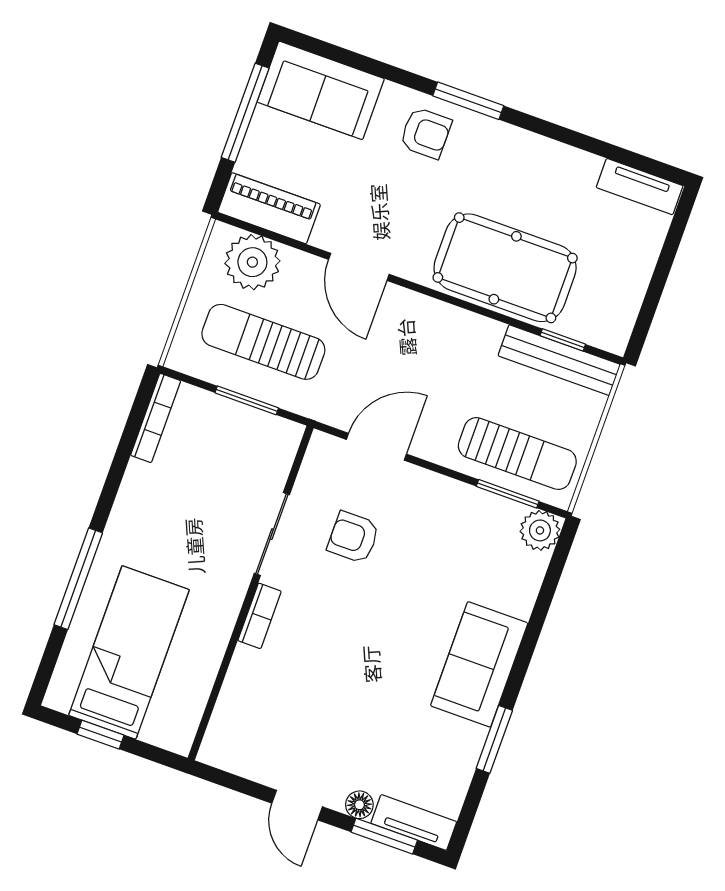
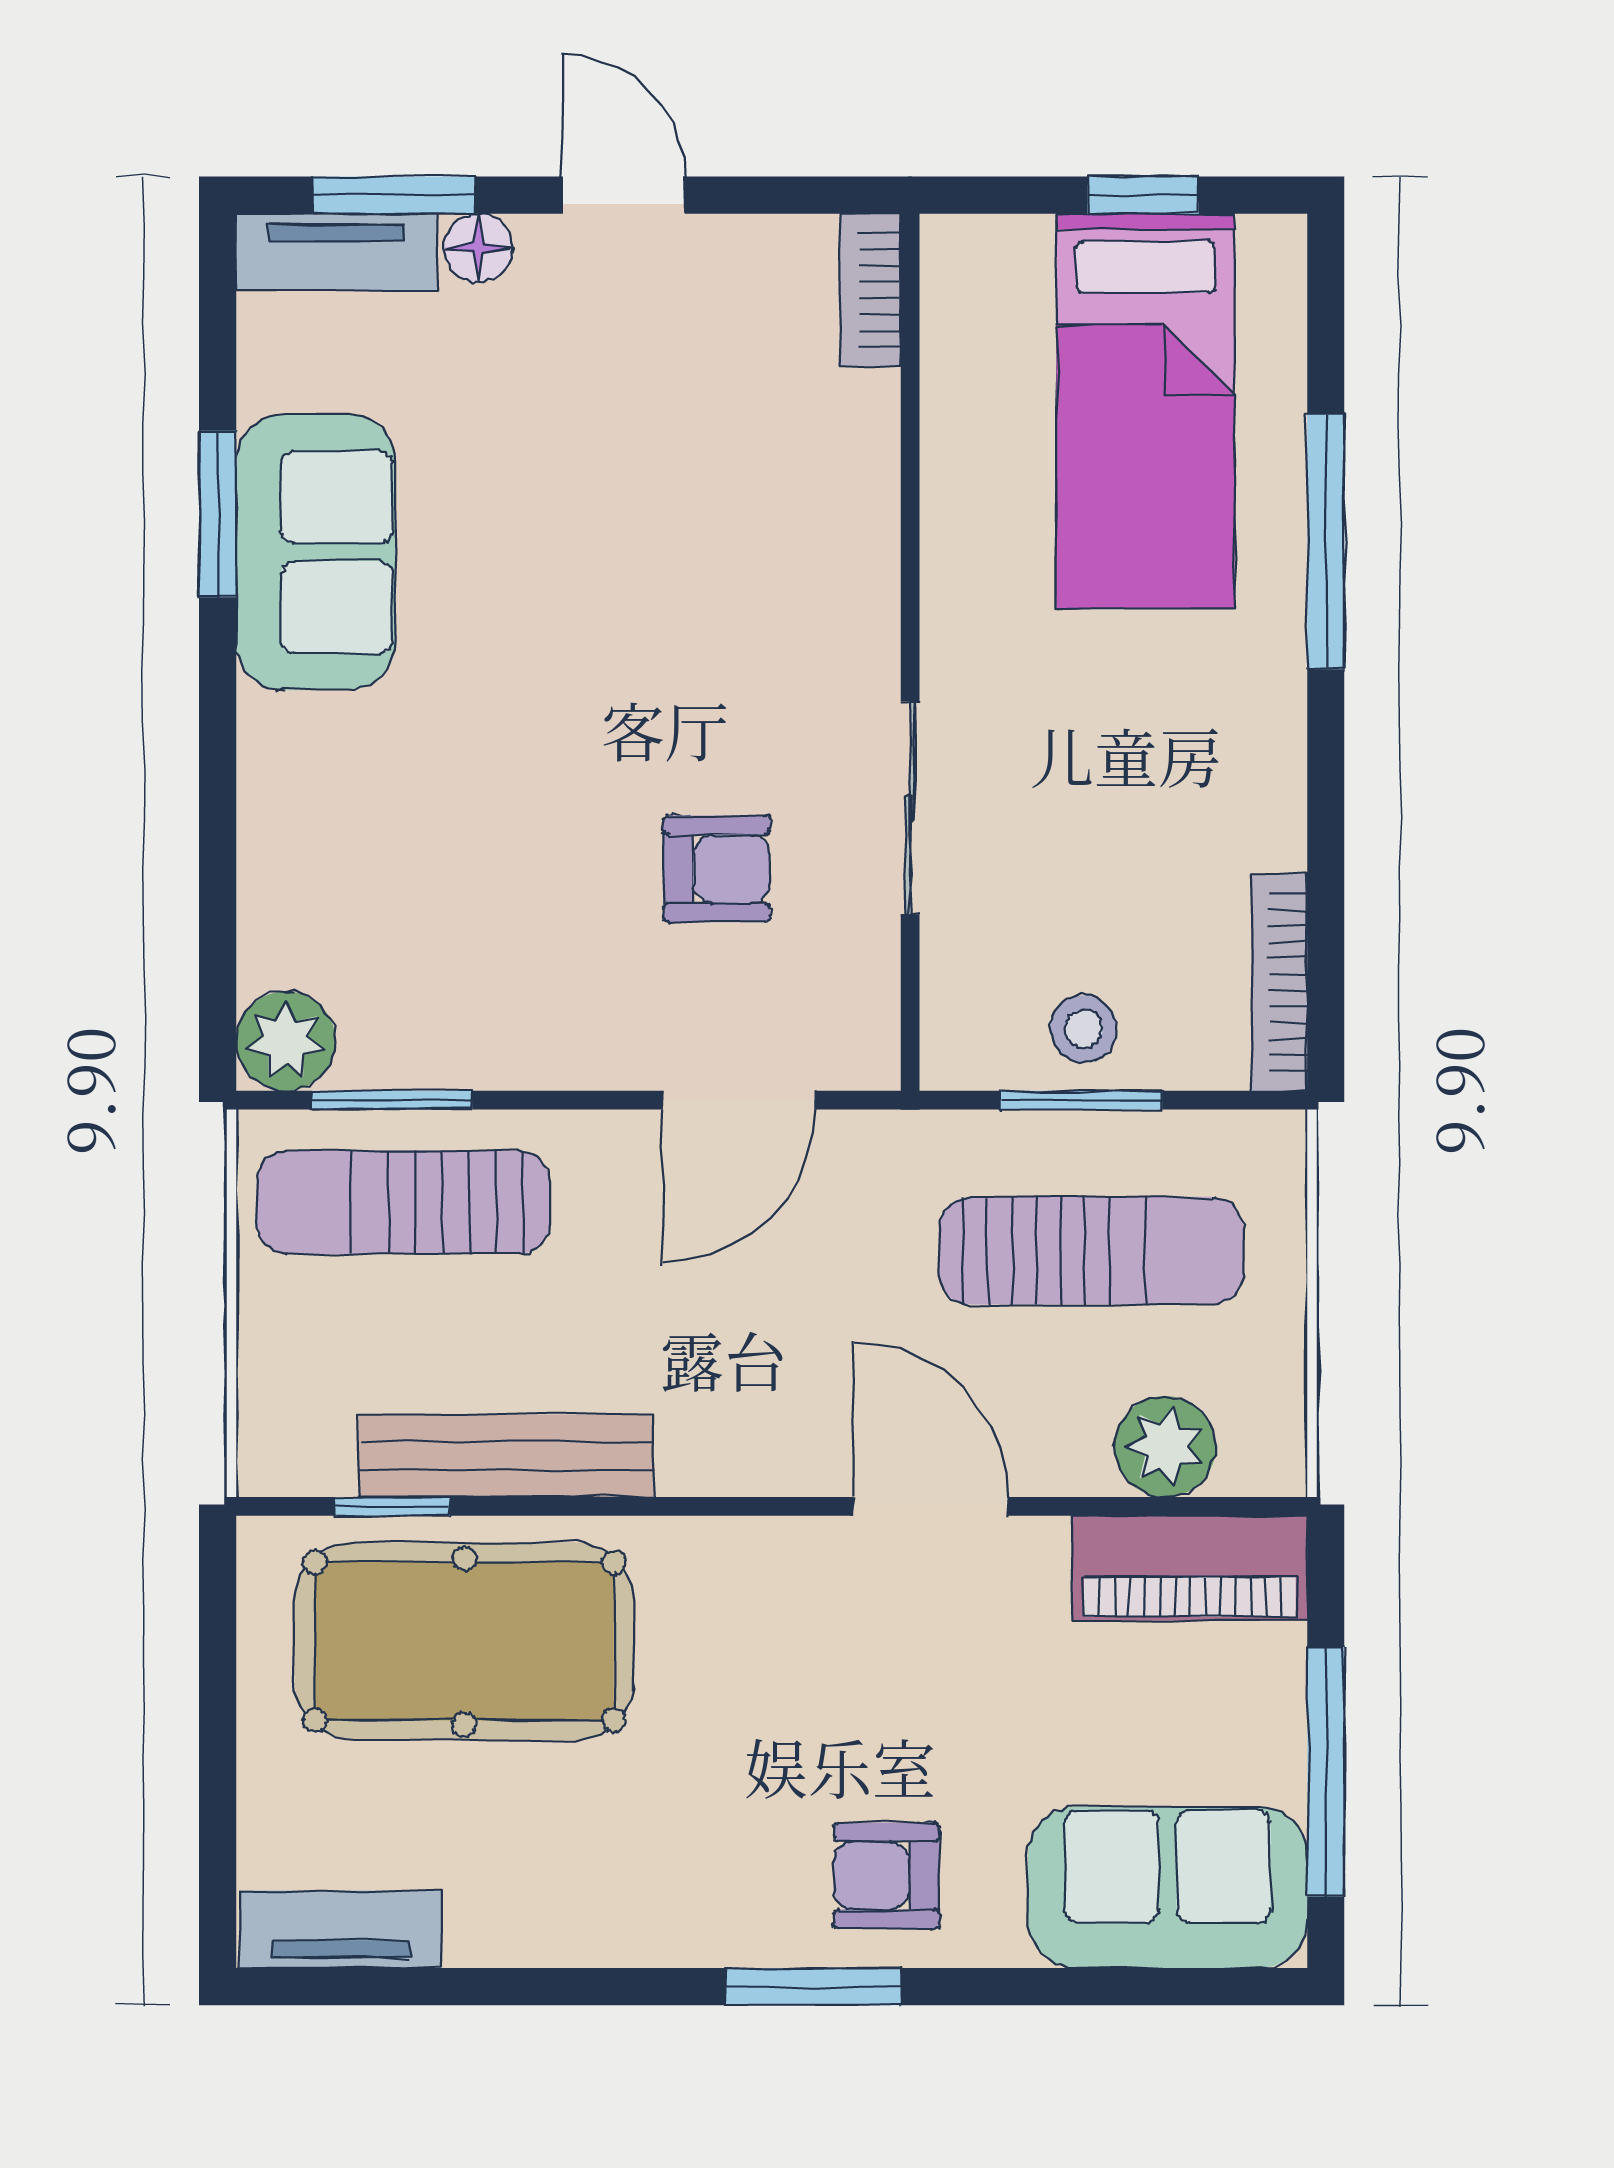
plant: (252, 262) -> (1165, 1447), width x0.73, depth x0.73
pool table: (505, 268) -> (464, 1641), moved
bench: (559, 360) -> (507, 1456), moved
stool: (236, 427) -> (1084, 1029), added
bookcase: (260, 616) -> (870, 290), moved
sofa: (479, 664) -> (316, 552), moved

